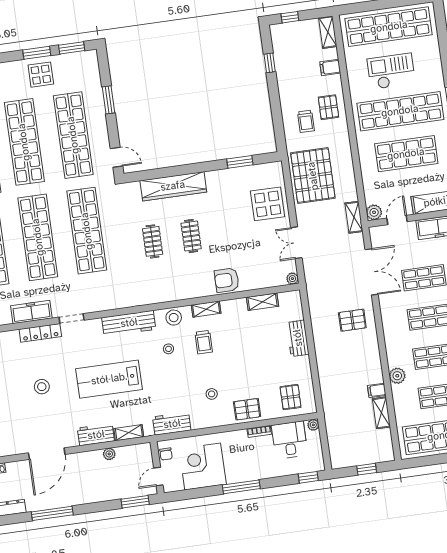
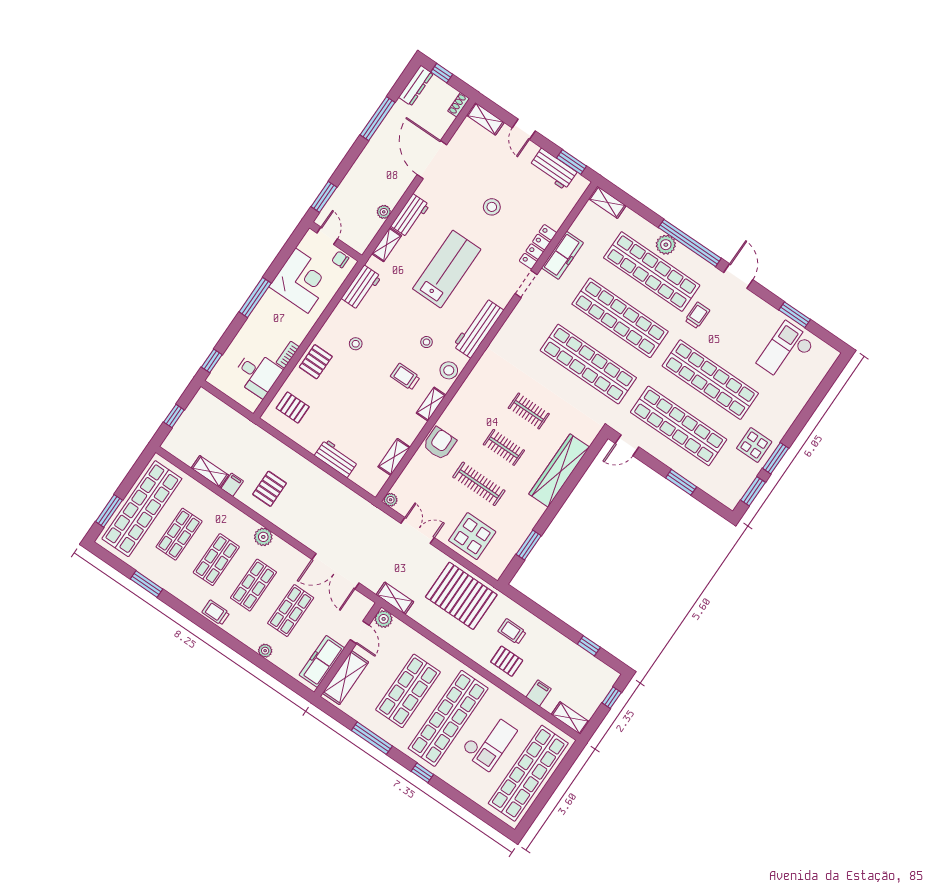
clothes rail: (230, 231) -> (479, 484), added
pallet: (352, 320) -> (270, 489), moved
plant: (397, 376) -> (263, 537), moved
plant: (313, 425) -> (252, 405), removed

